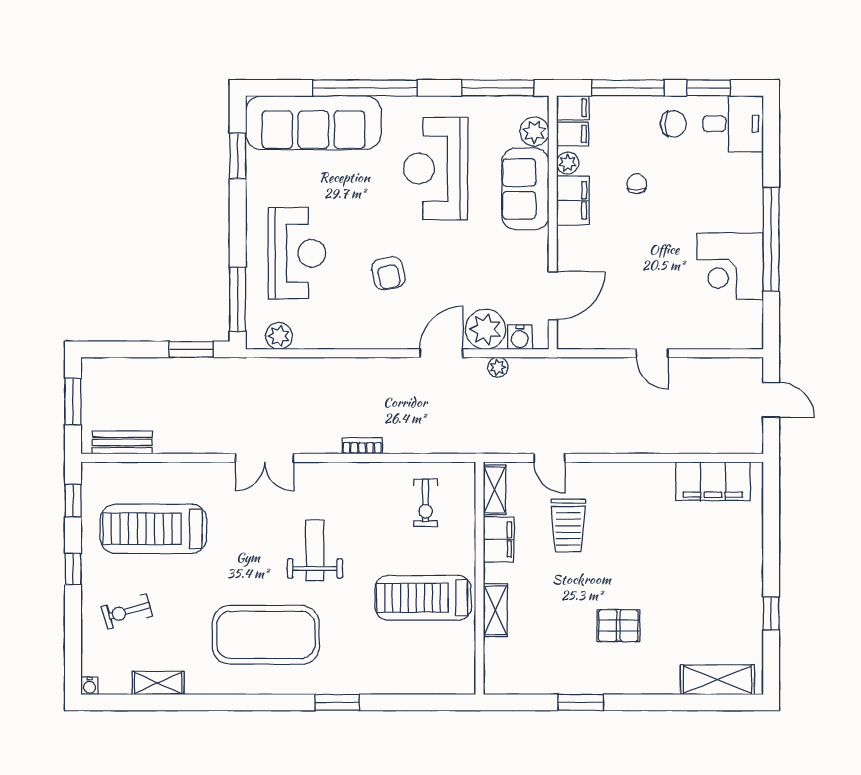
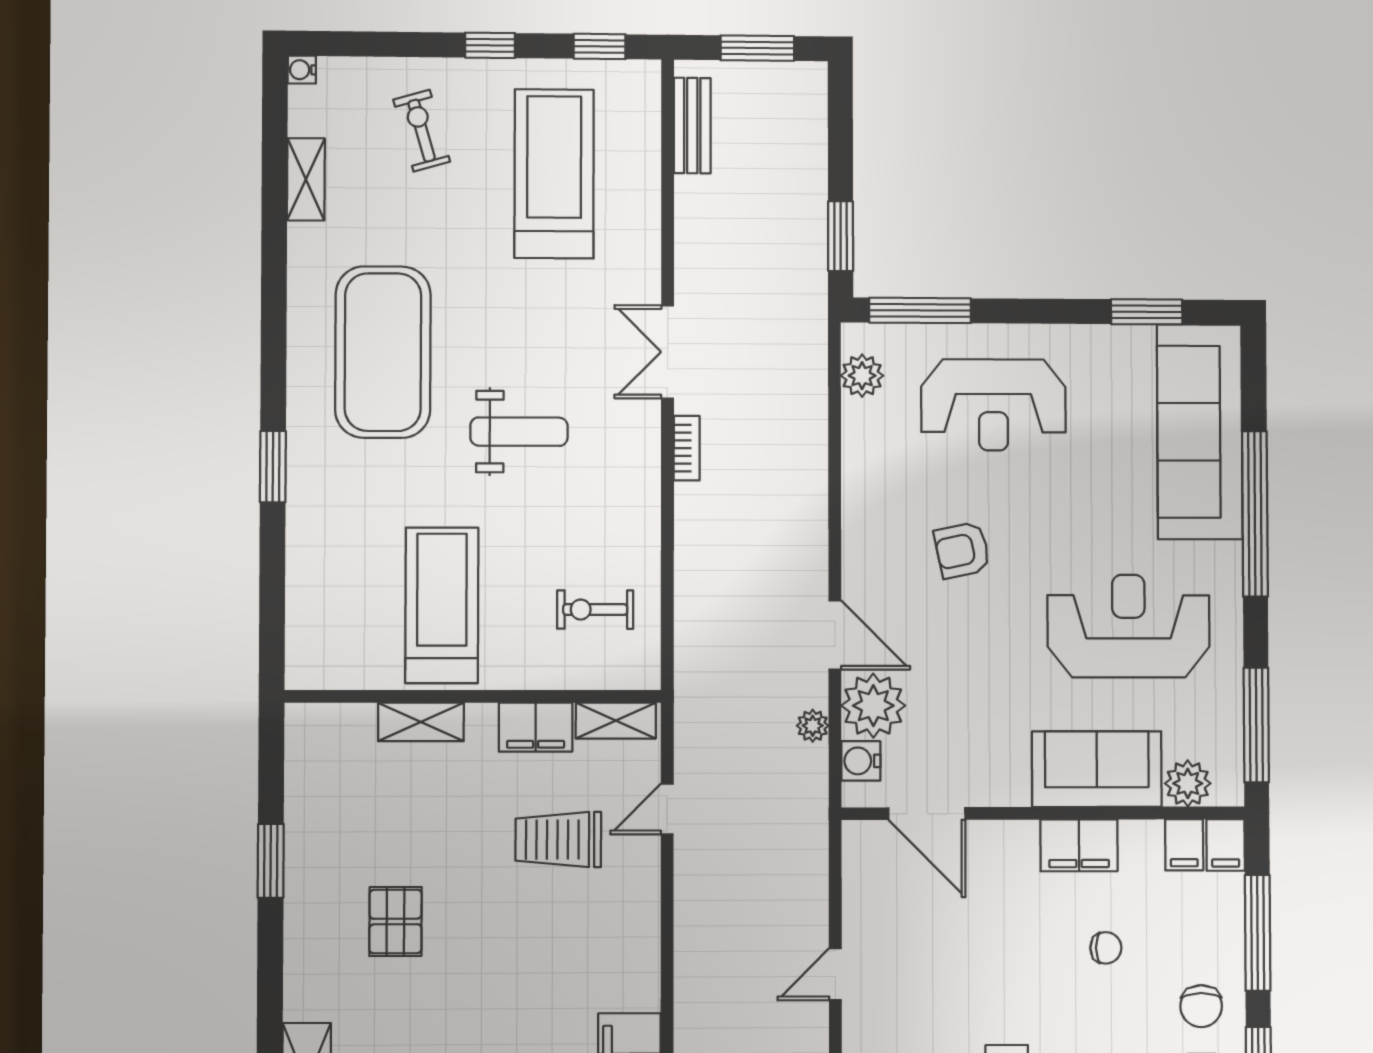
plant: (568, 163) -> (1138, 837), removed
bookcase: (362, 446) -> (687, 448), moved

